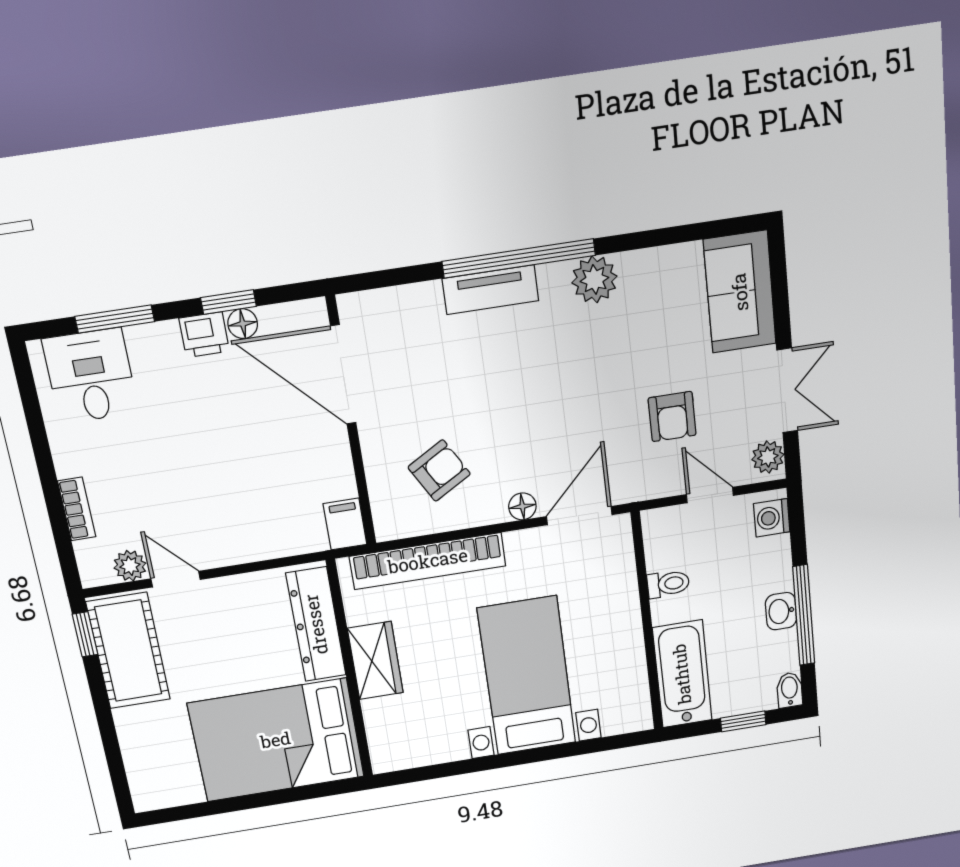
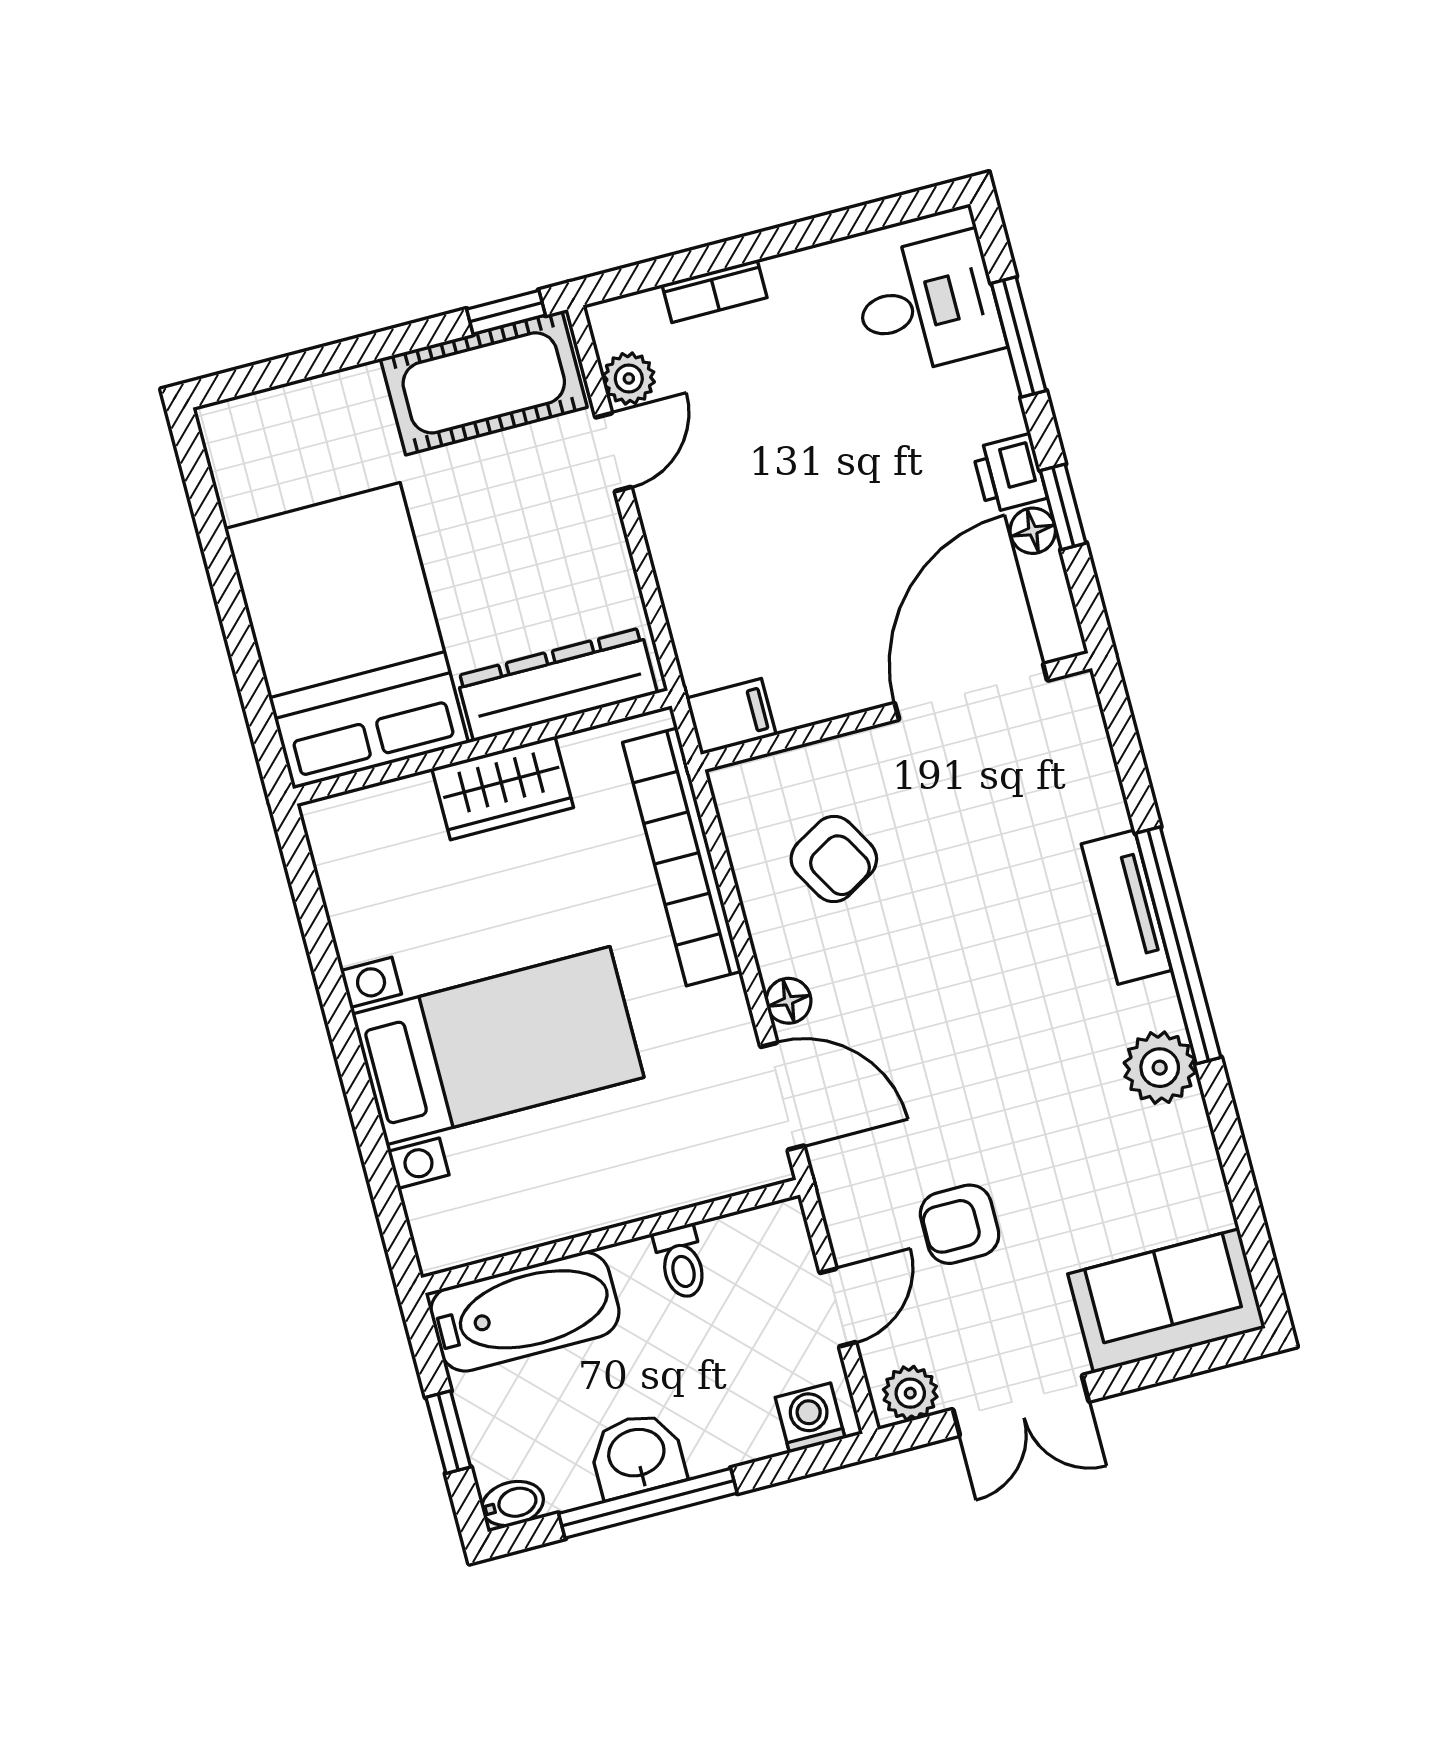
washbasin: (781, 611) -> (637, 1455), width x1.38, depth x1.45

